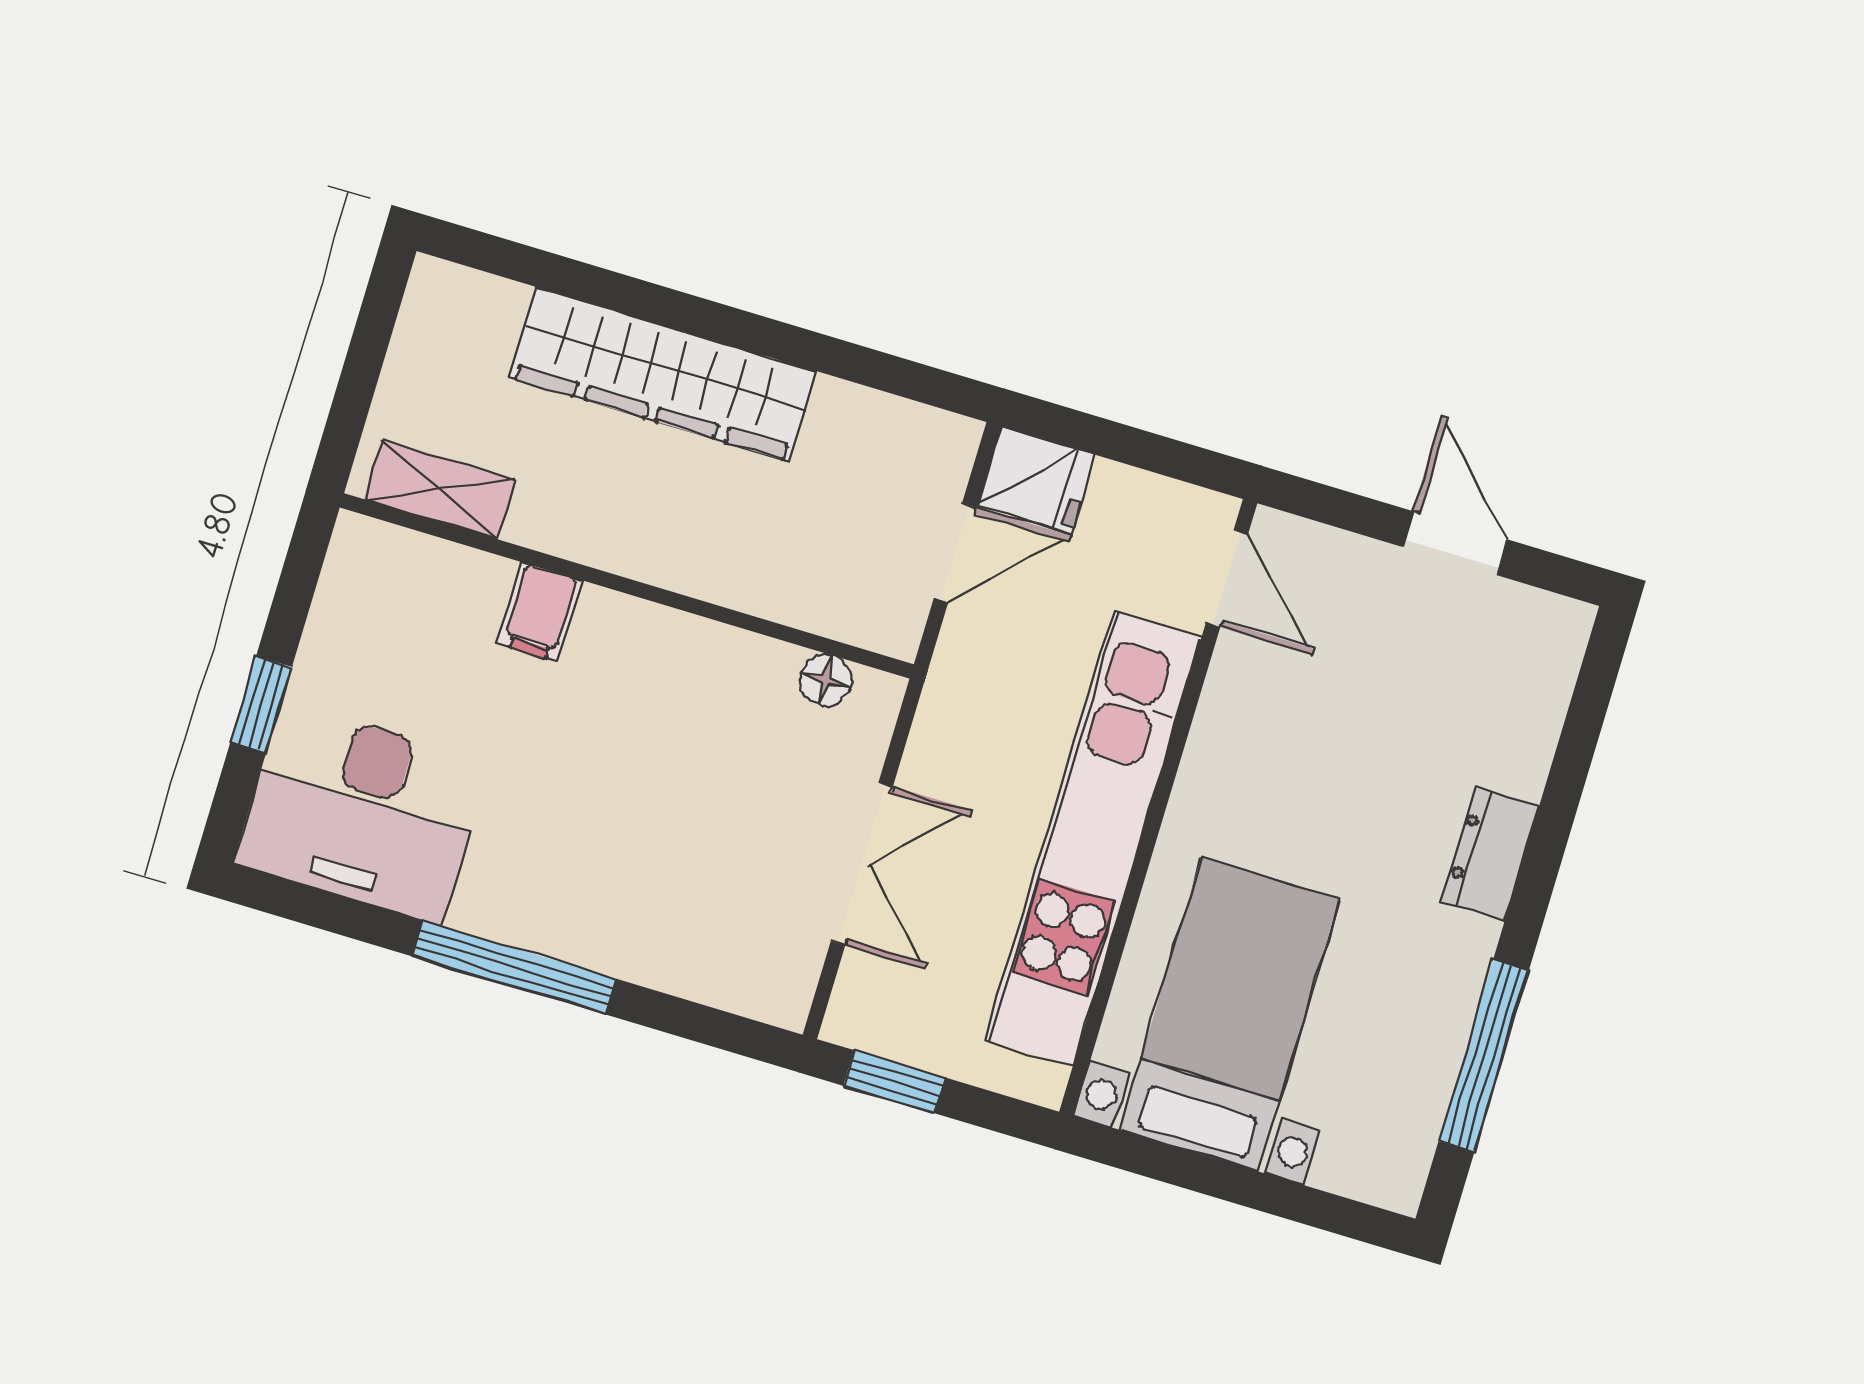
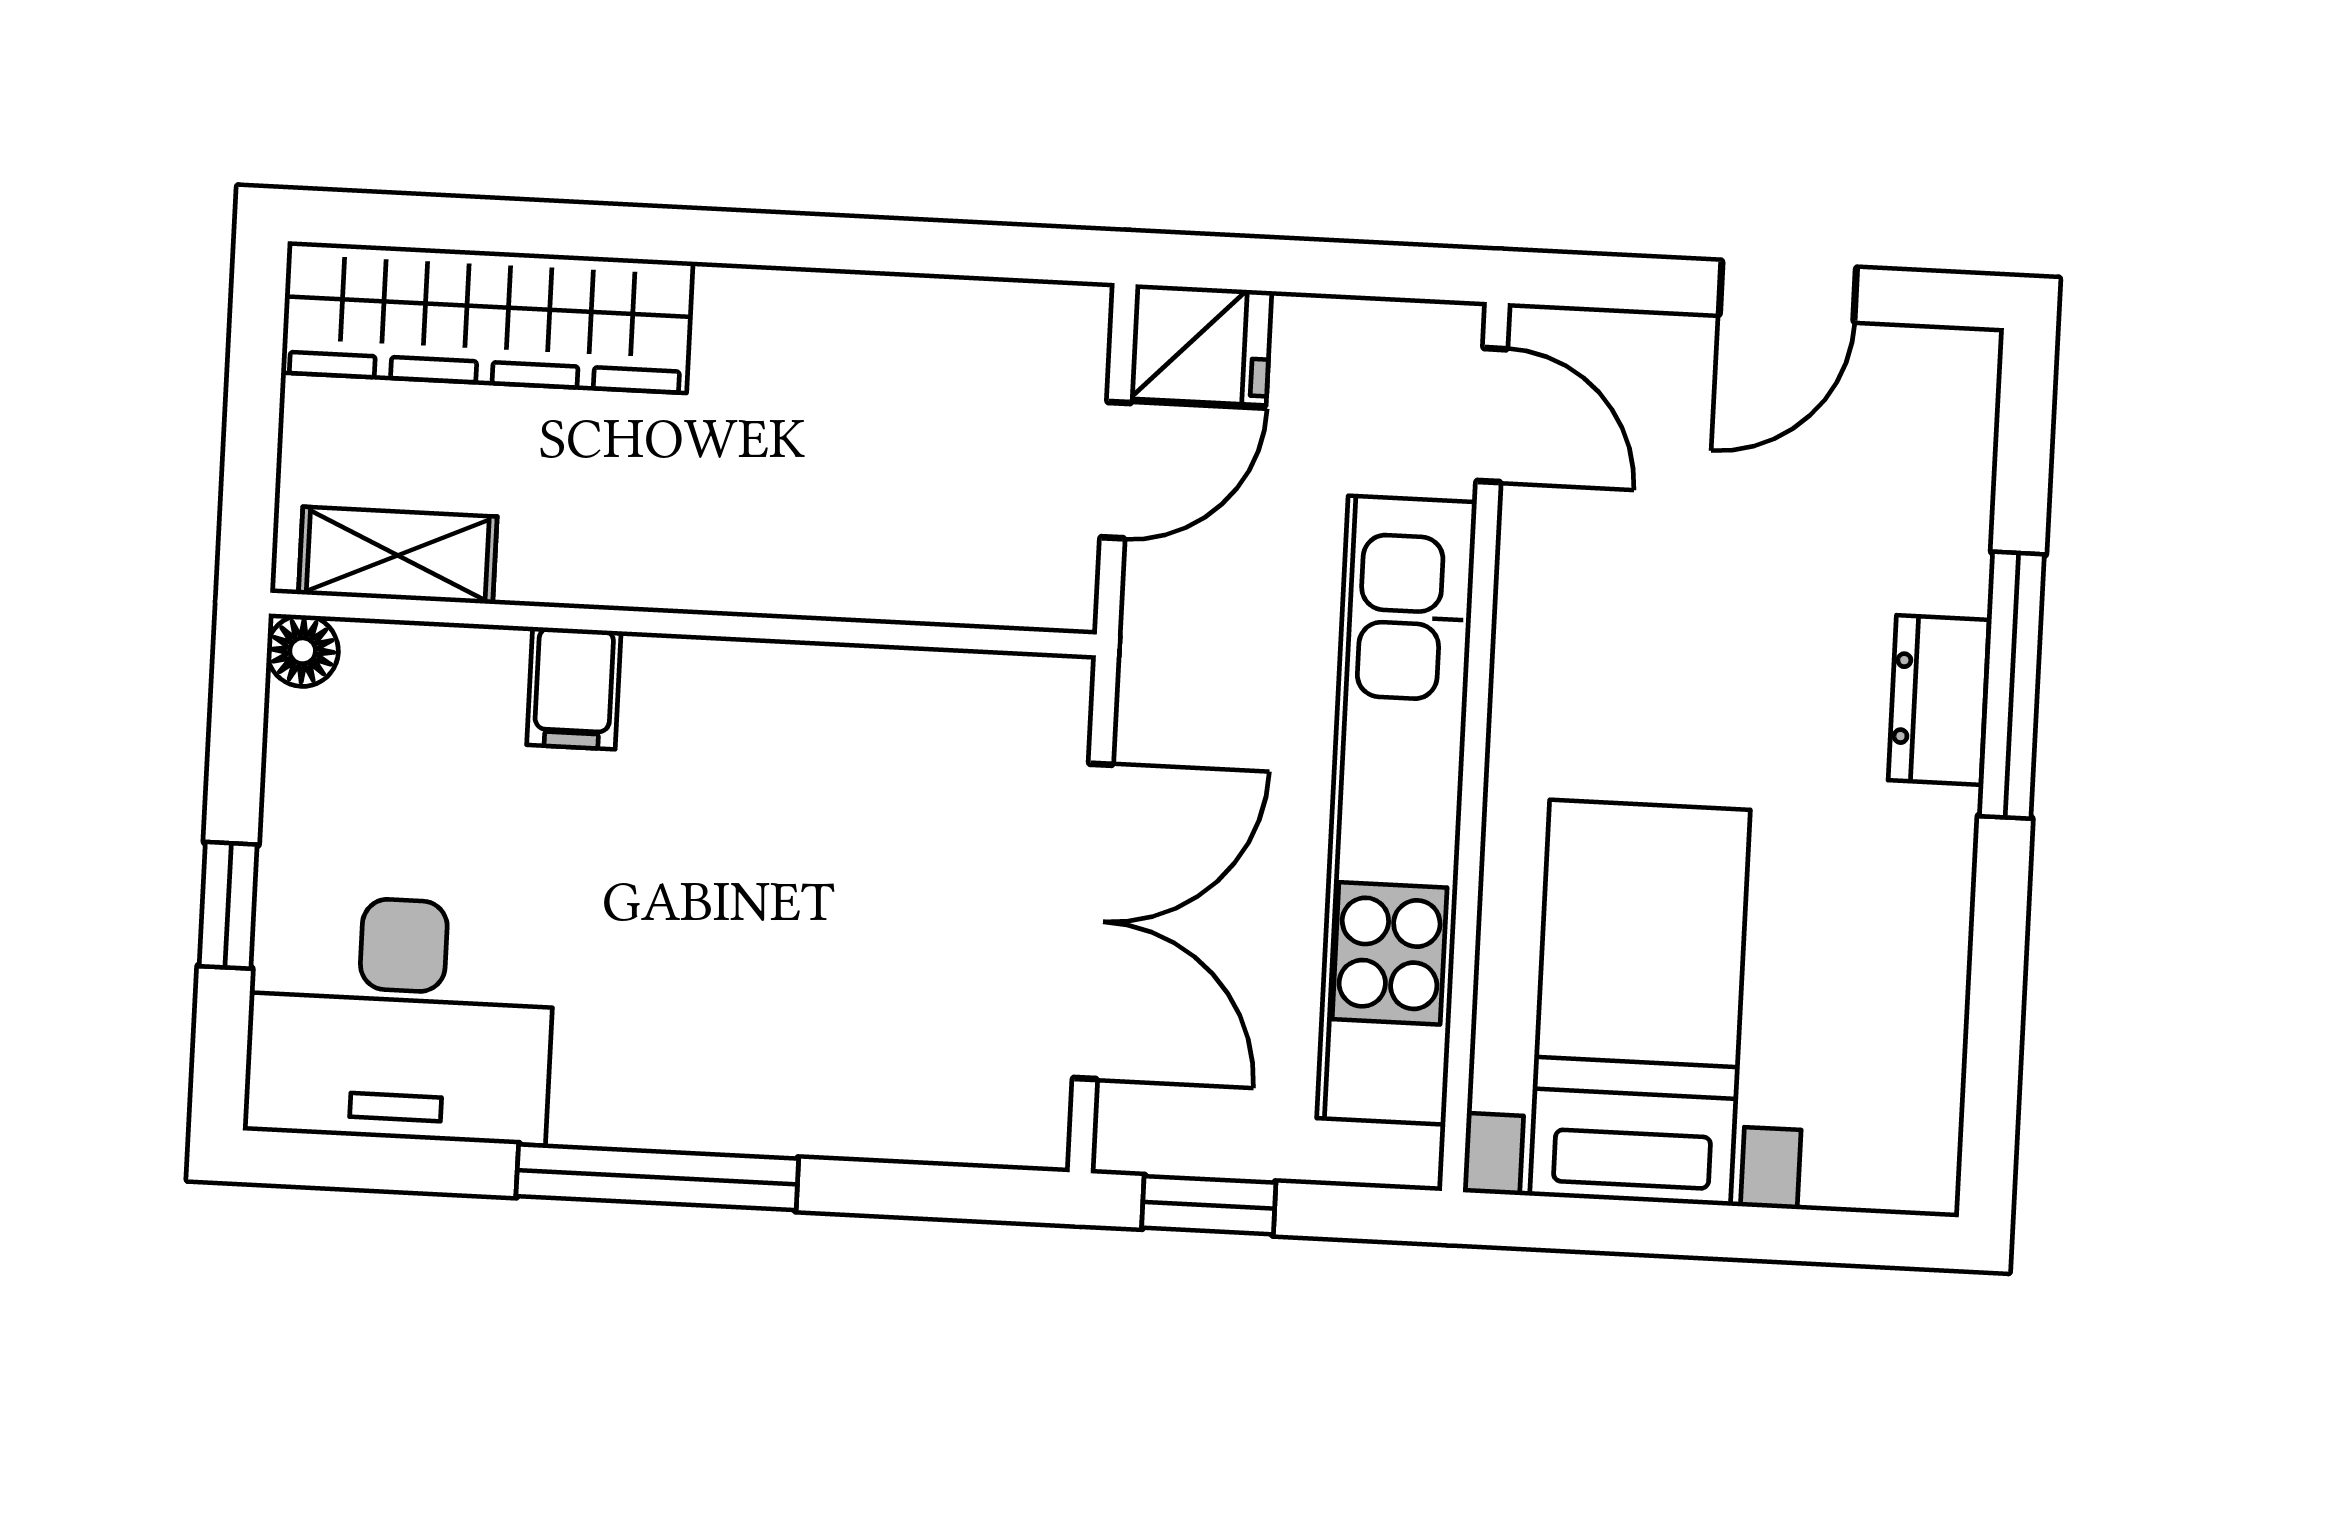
wardrobe: (663, 374) -> (487, 317), moved
door: (1455, 543) -> (1788, 291), swing flipped
floor lamp: (825, 680) -> (303, 651), moved
double door: (862, 864) -> (1093, 921), width x1.37
window: (1484, 1055) -> (2012, 685), moved

